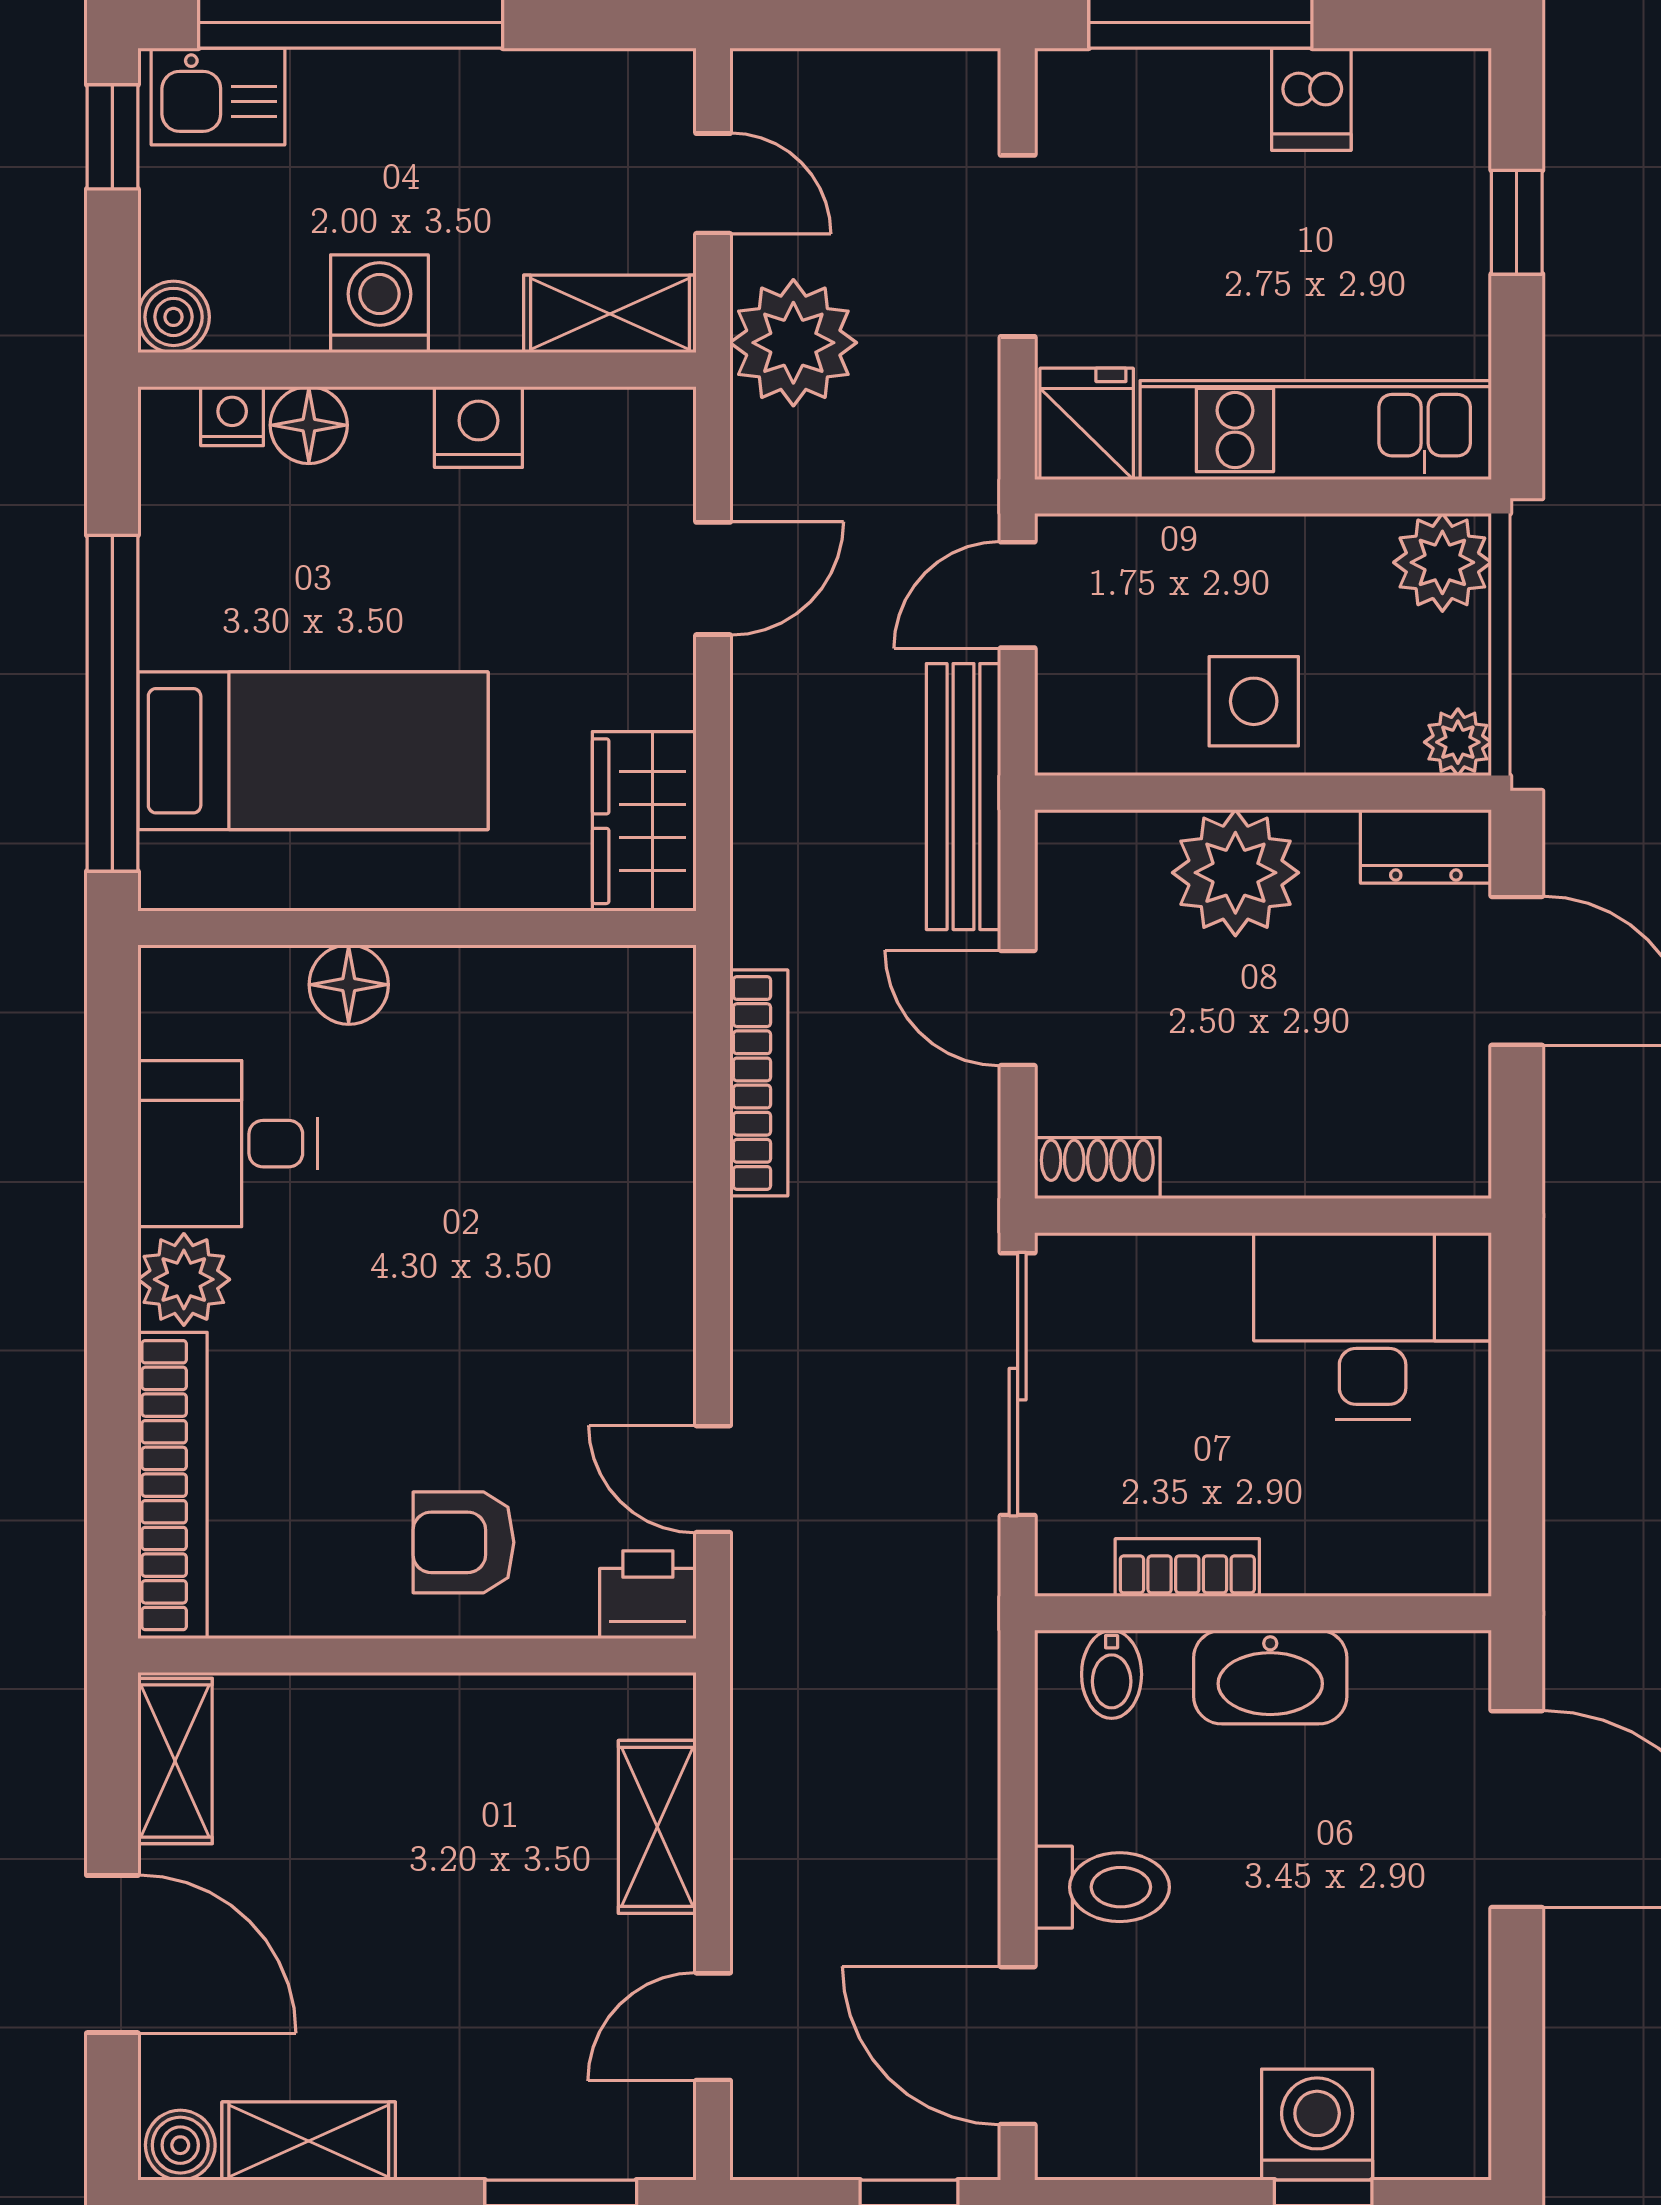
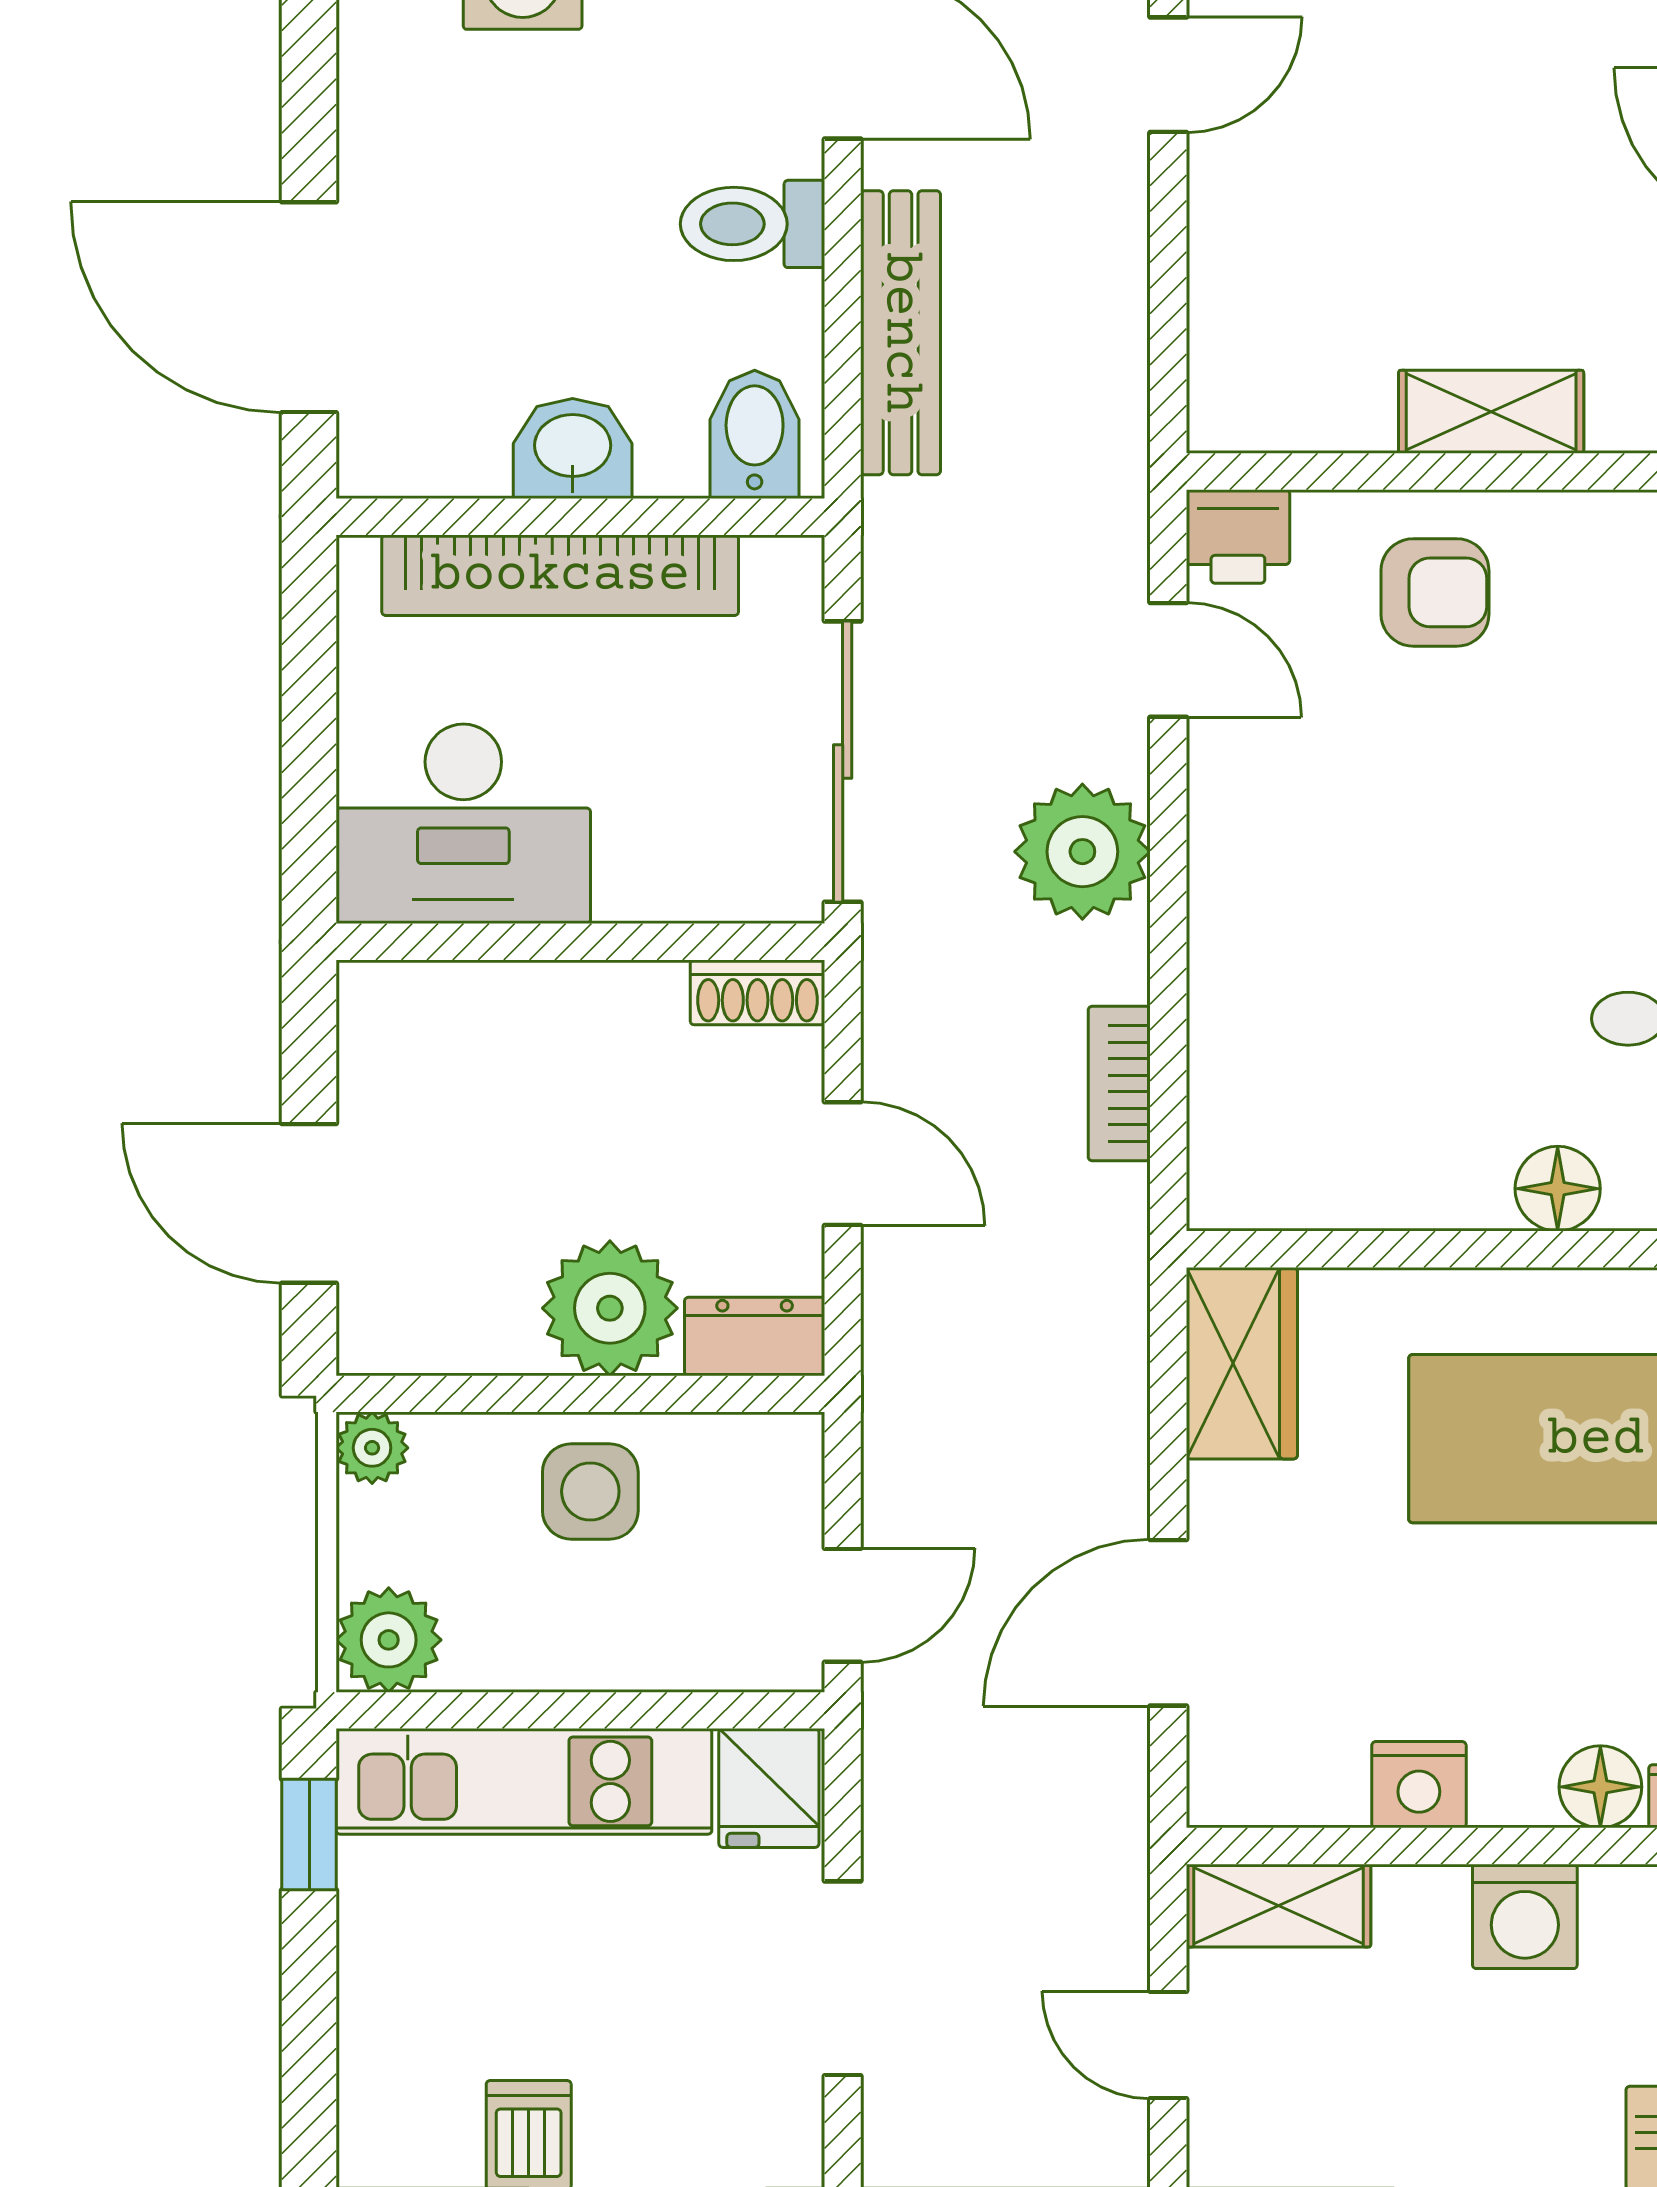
window: (1517, 222) -> (309, 1834), moved
plant: (793, 343) -> (1082, 852), moved
door: (713, 578) -> (1168, 1623), width x1.38
bench: (963, 797) -> (901, 333), moved
dresser: (1426, 846) -> (755, 1336), moved
bookcase: (759, 1083) -> (1119, 1083), width x0.64
bookcase: (1187, 1567) -> (560, 575), width x2.31, depth x1.31
bidet: (1112, 1674) -> (755, 434), width x1.38, depth x1.36
washbasin: (1270, 1677) -> (573, 448), width x0.72
shelving: (657, 1827) -> (1491, 412), moved, turned 90

